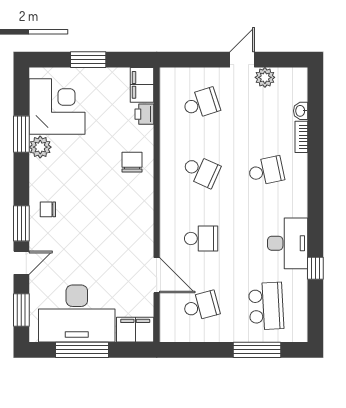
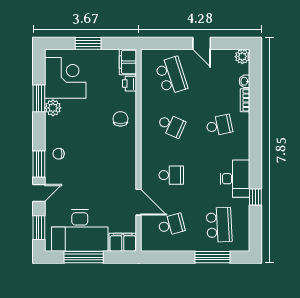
door: (242, 60) -> (202, 43), swing flipped
plant: (265, 77) -> (242, 57), moved
school desk: (201, 103) -> (171, 76), width x1.85

